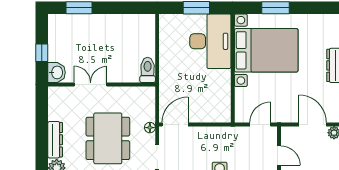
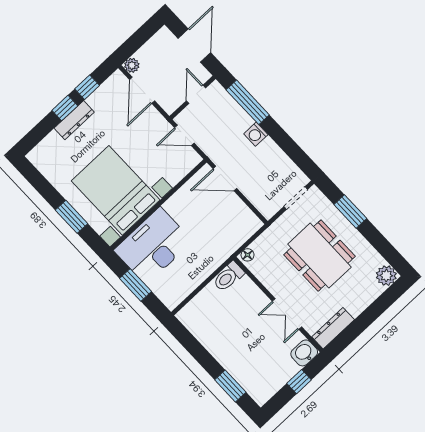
door: (175, 125) -> (225, 179), moved
floor lamp: (150, 128) -> (248, 255), moved
dining table: (108, 138) -> (320, 256), turned 90
dresser: (55, 140) -> (333, 328), moved

